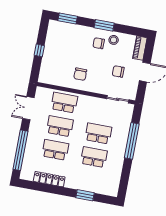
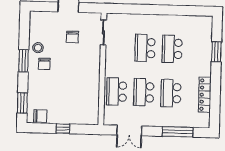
piano: (140, 48) -> (42, 17), removed
chair: (80, 74) -> (40, 116), moved
window: (132, 141) -> (147, 9), removed
window: (20, 150) -> (178, 132), width x0.68

